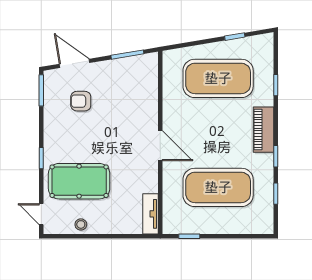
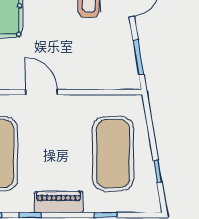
door: (160, 146) -> (41, 92), swing flipped

